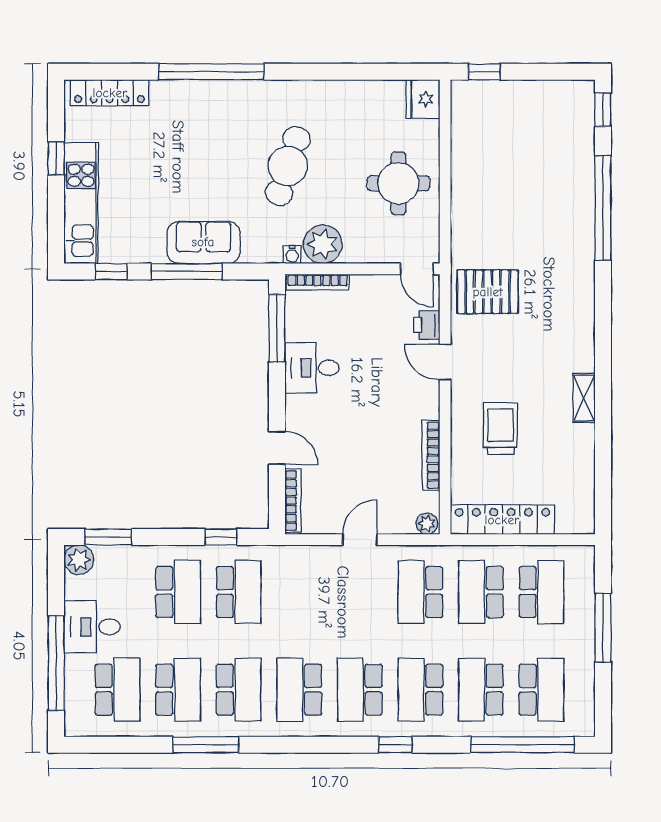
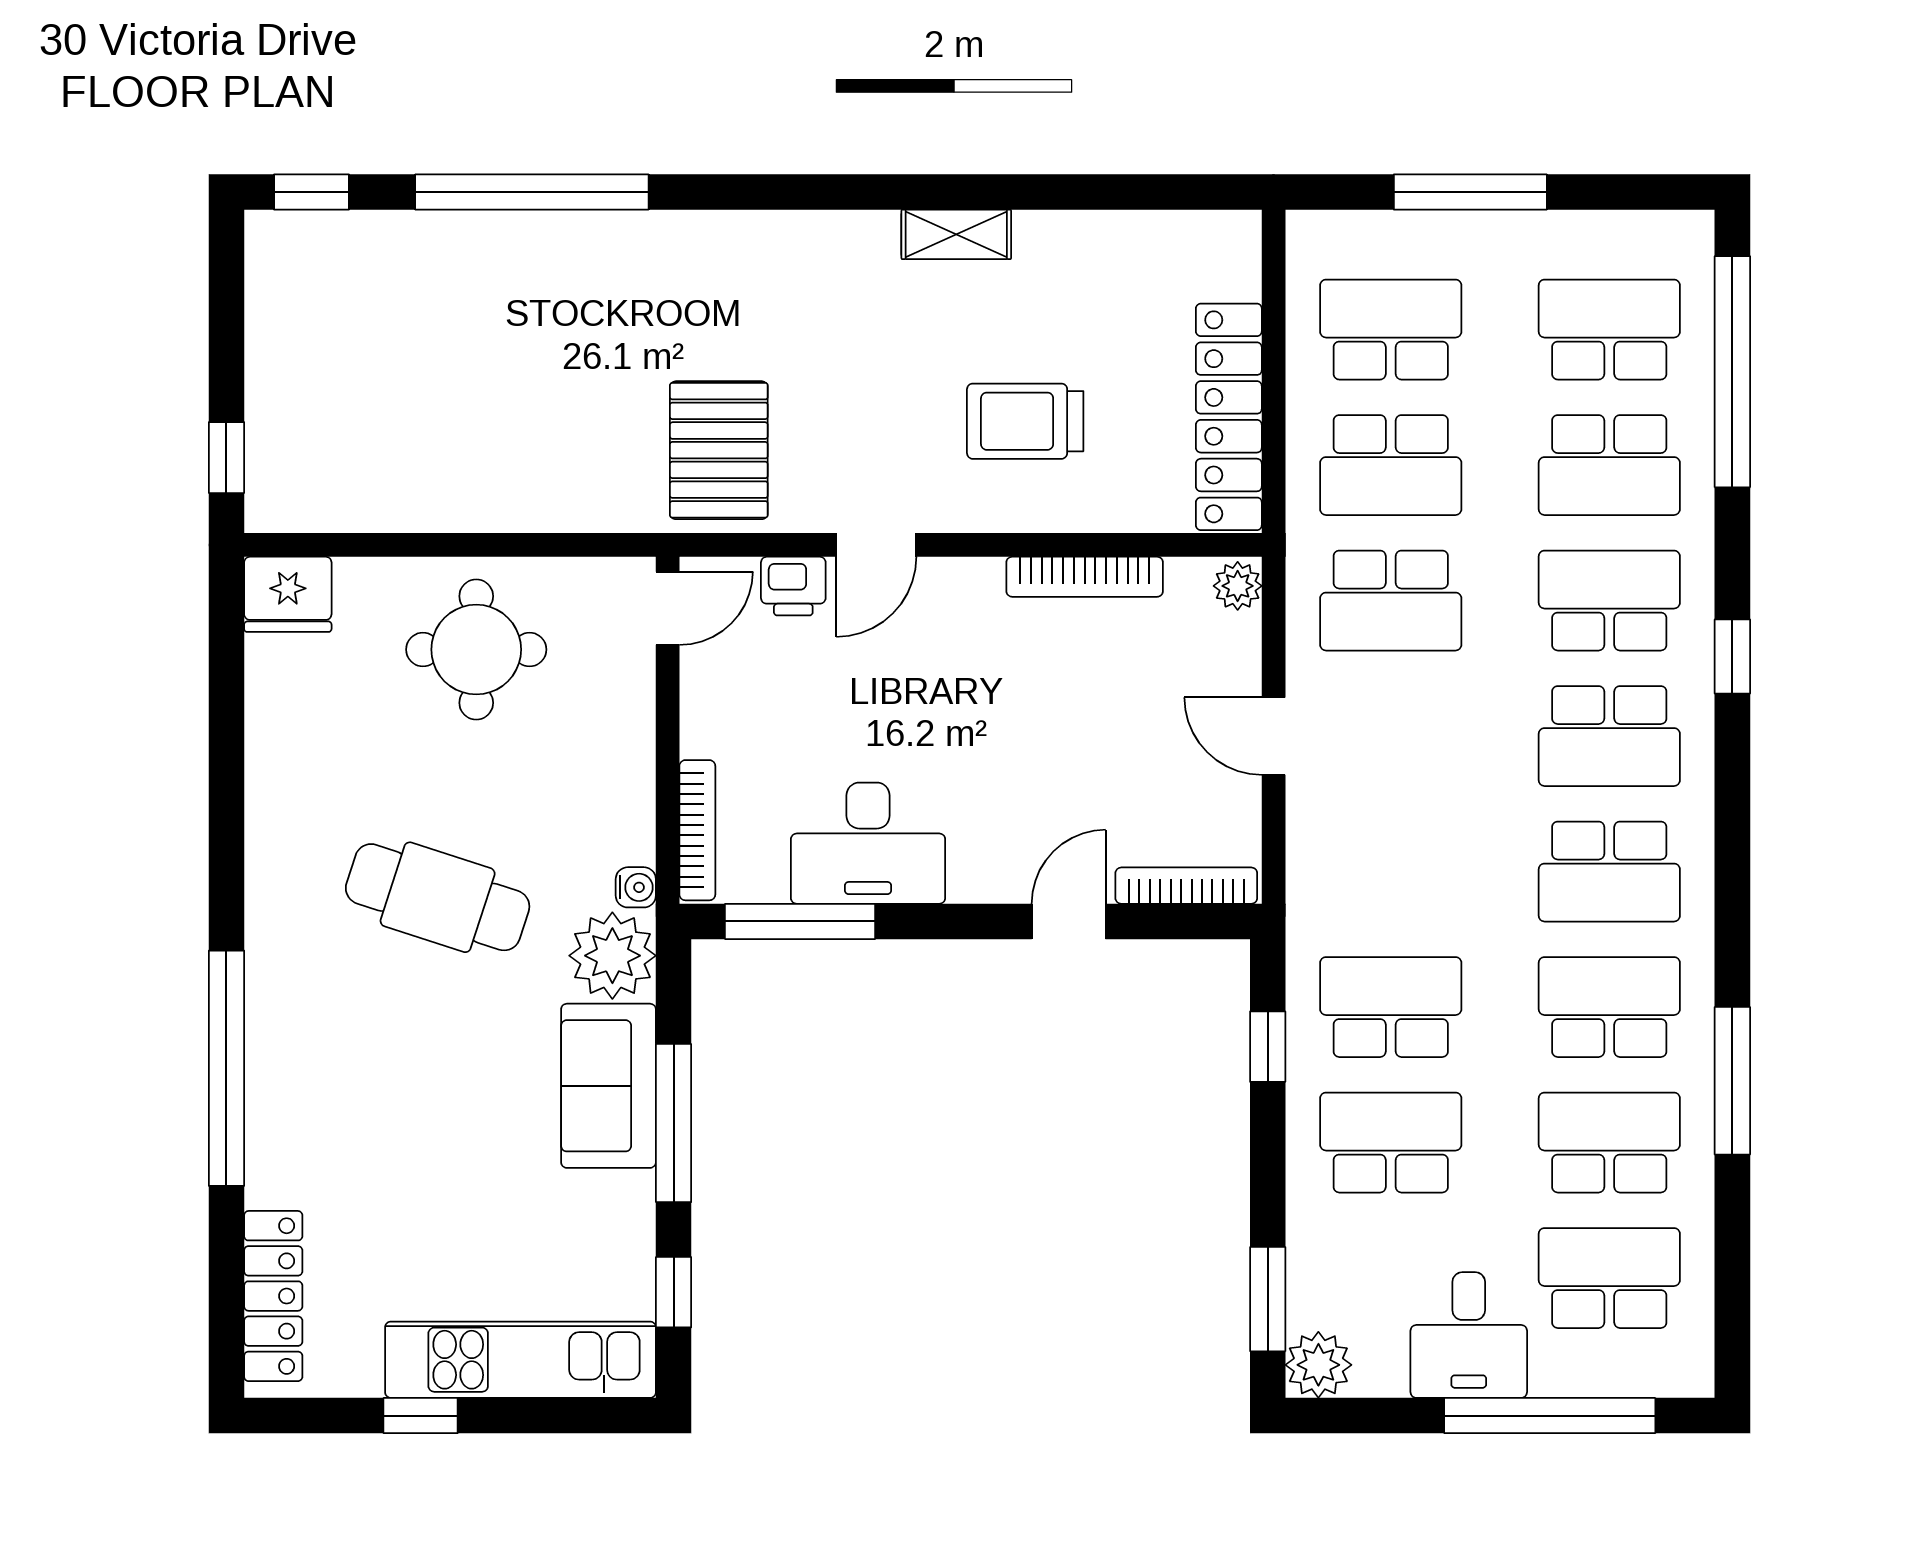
plant: (323, 244) -> (612, 956), moved
desk: (312, 368) -> (868, 843), width x1.37
school desk: (420, 690) -> (1609, 601), turned 180

